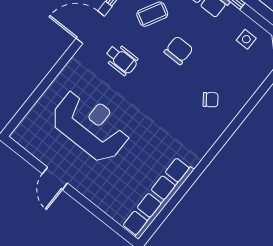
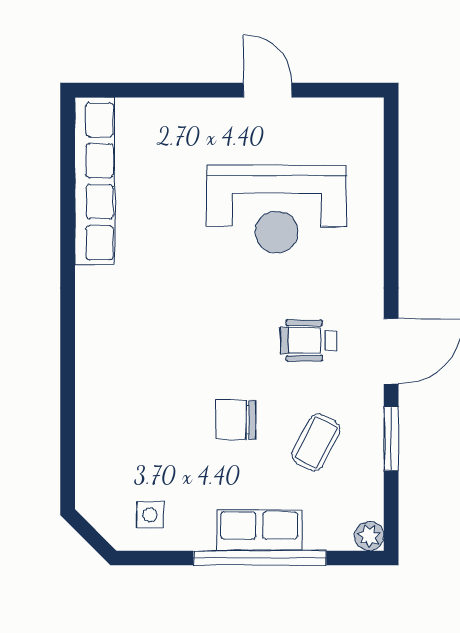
chair: (179, 50) -> (236, 420), turned 90
chair: (211, 100) -> (132, 385), removed

